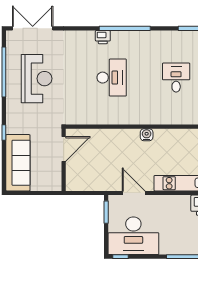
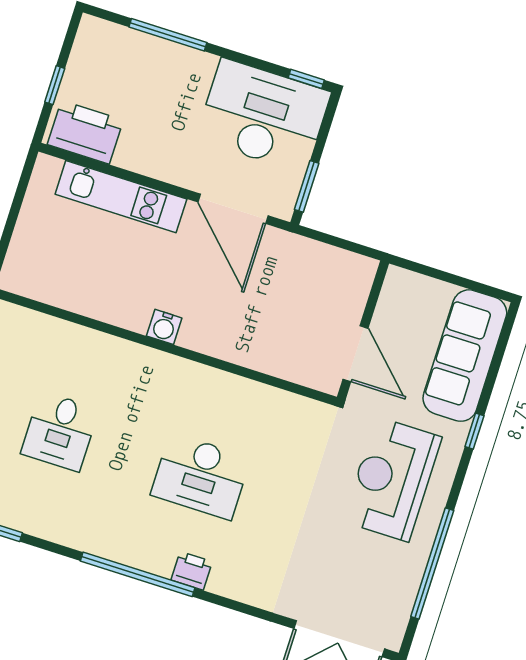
desk: (112, 78) -> (201, 476), turned -90
reception desk: (37, 79) -> (392, 479), moved
door: (64, 149) -> (355, 354), swing flipped
door: (134, 193) -> (233, 209), width x1.36

